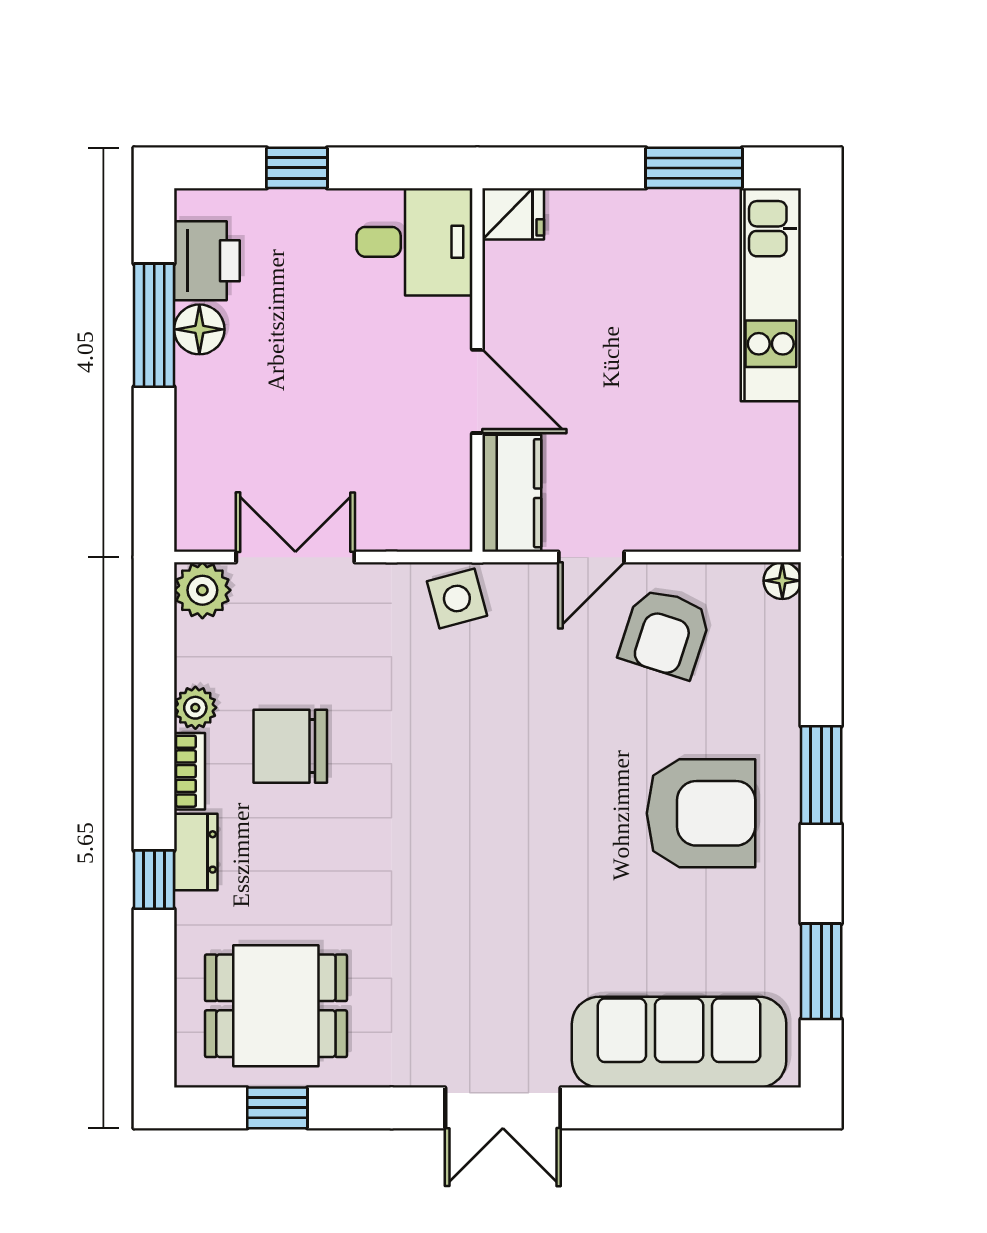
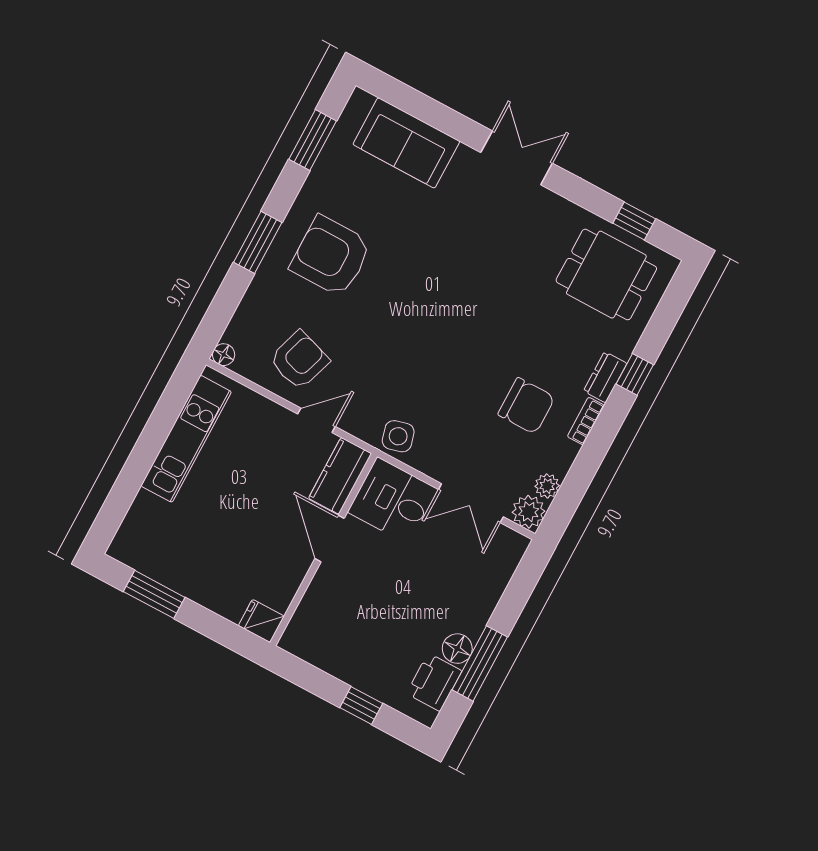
desk: (414, 242) -> (392, 500), moved
kitchen unit: (771, 295) -> (186, 439), moved
plant: (195, 708) -> (547, 486), moved
sofa: (679, 1042) -> (406, 143), width x0.73

